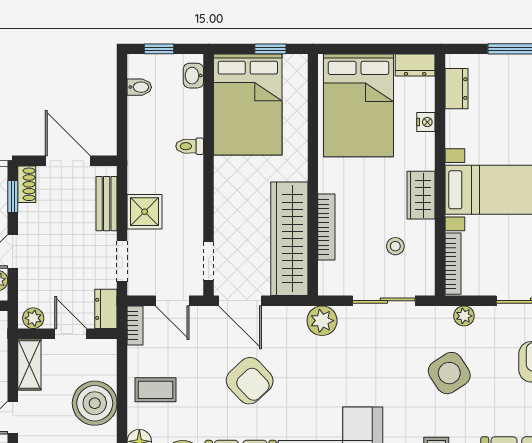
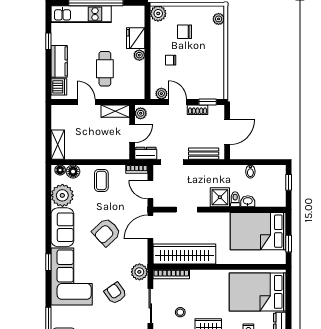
washbasin: (193, 76) -> (248, 201), moved
bidet: (139, 87) -> (250, 172), moved
shoe rack: (27, 184) -> (198, 110), moved
shower: (145, 212) -> (220, 197), moved
bookcase: (326, 227) -> (171, 274), moved
doorway: (209, 261) -> (187, 210), moved
door: (172, 301) -> (150, 190), hinge flipped
armchair: (361, 364) -> (115, 293), added
boiler: (95, 403) -> (94, 147), removed

